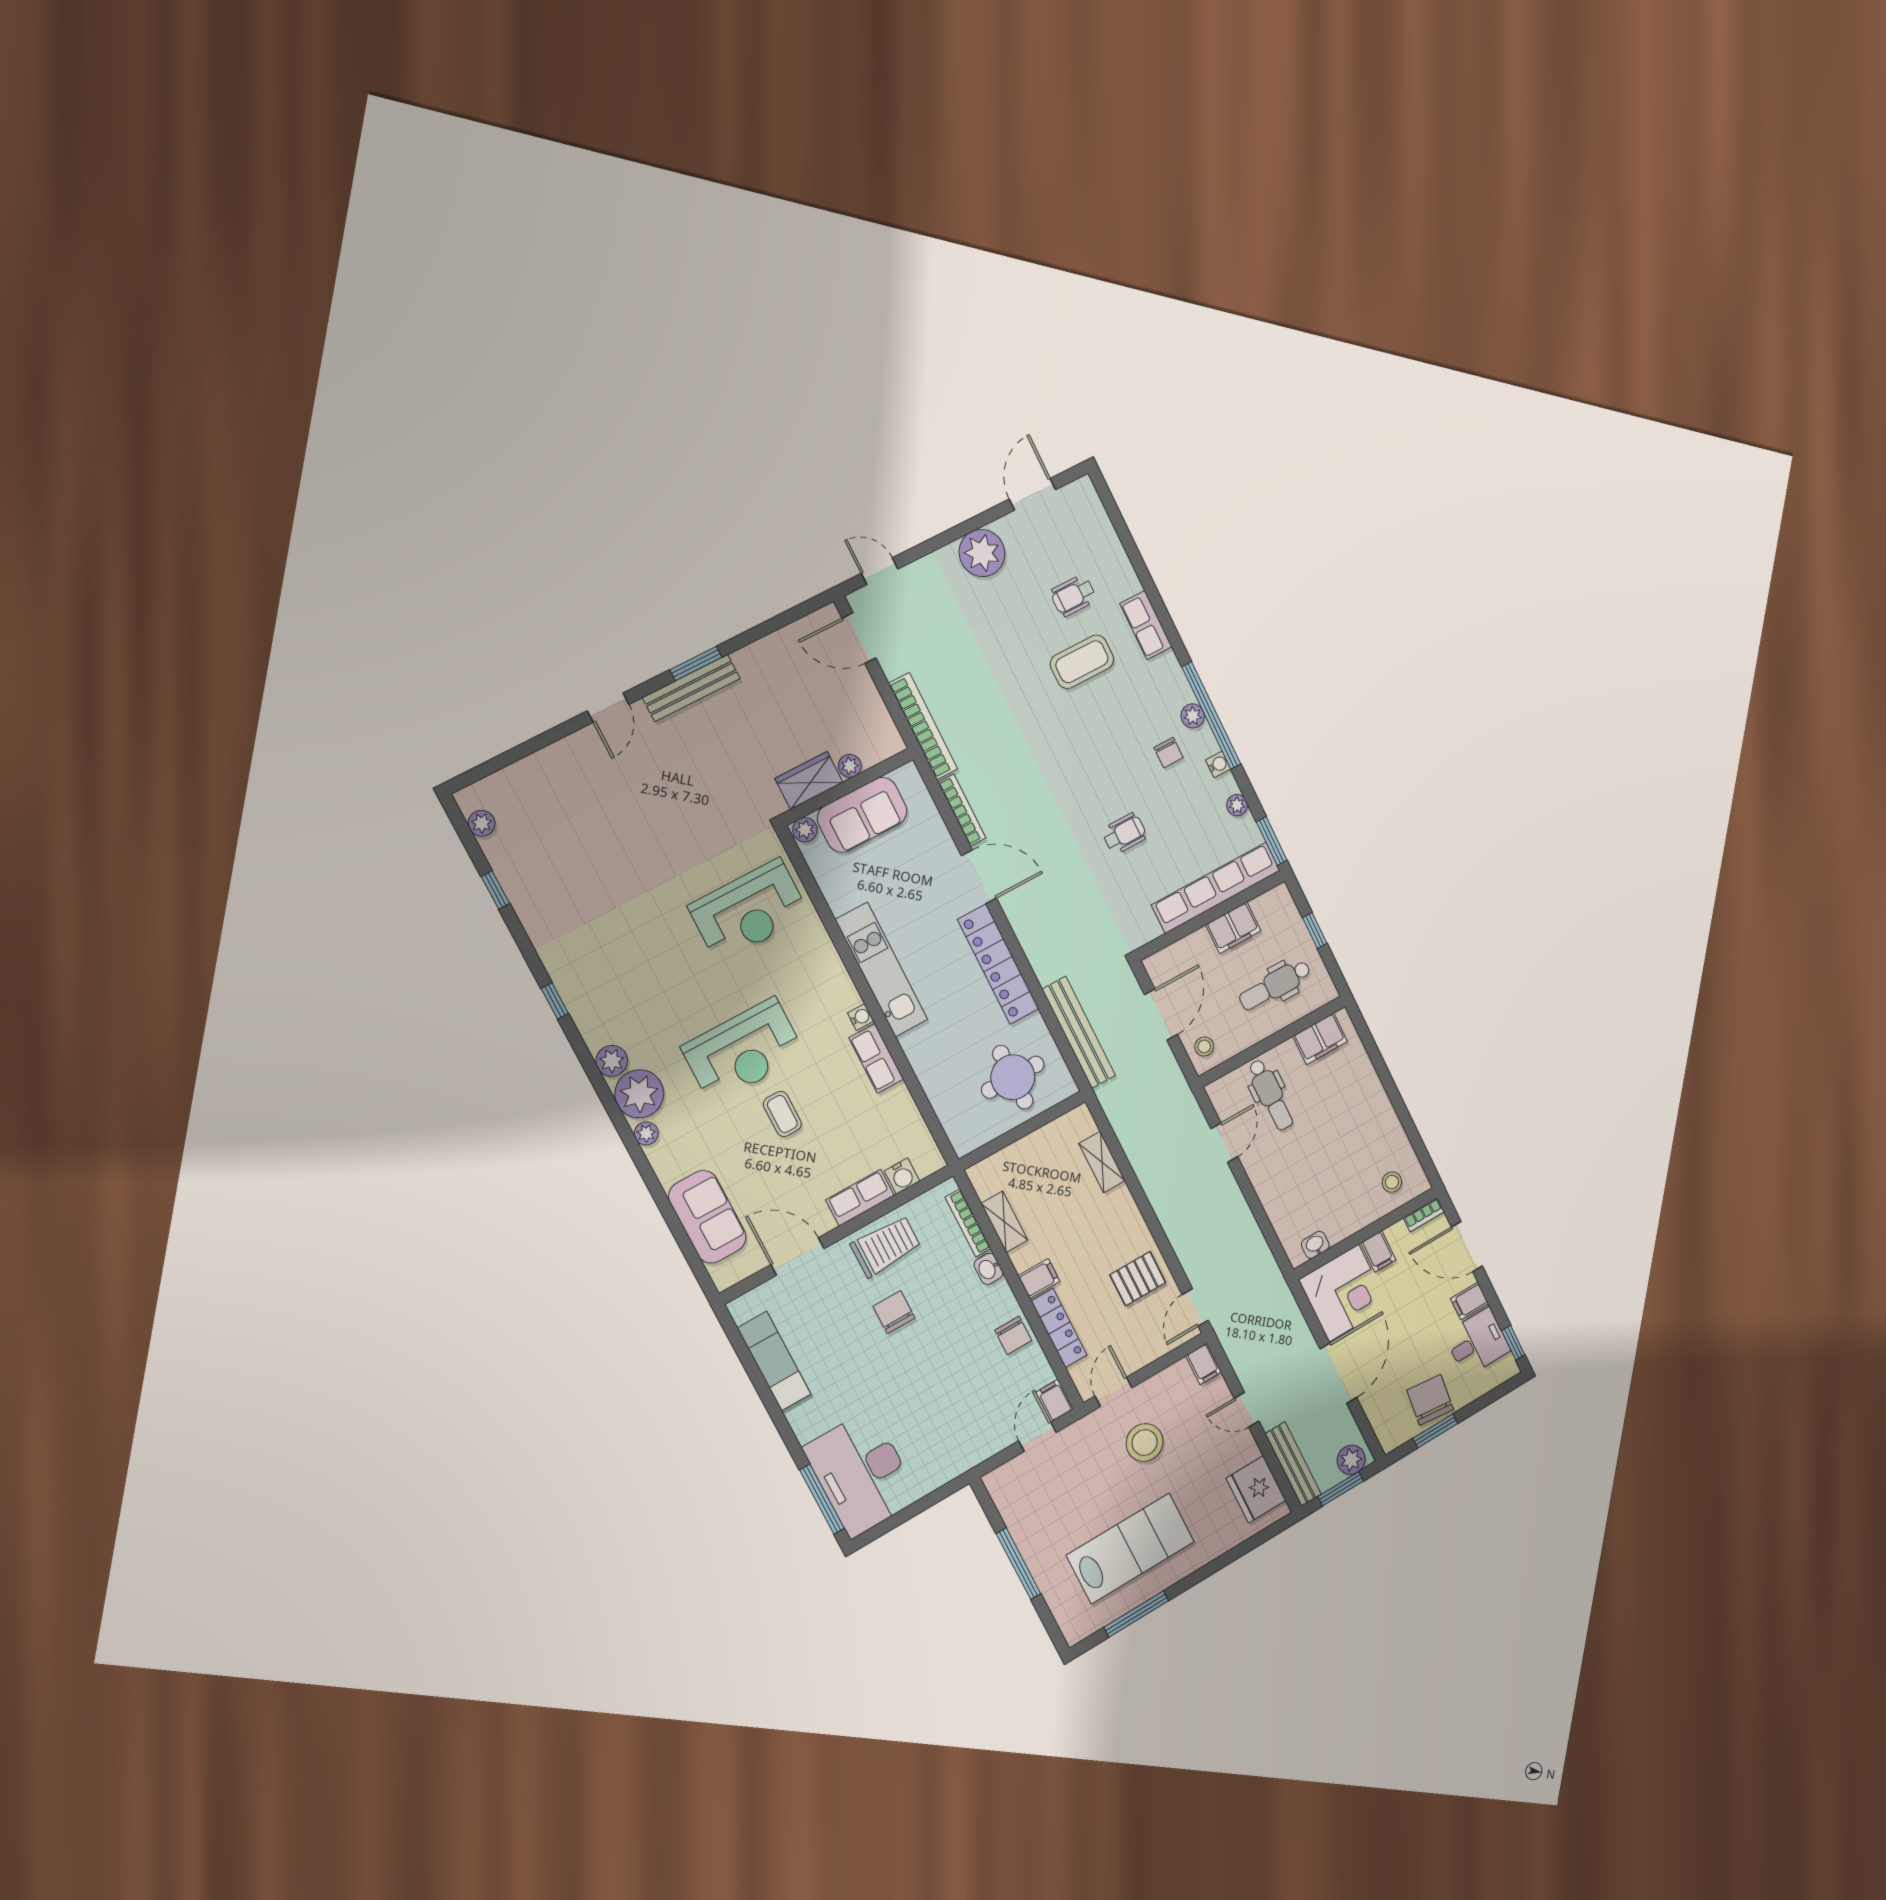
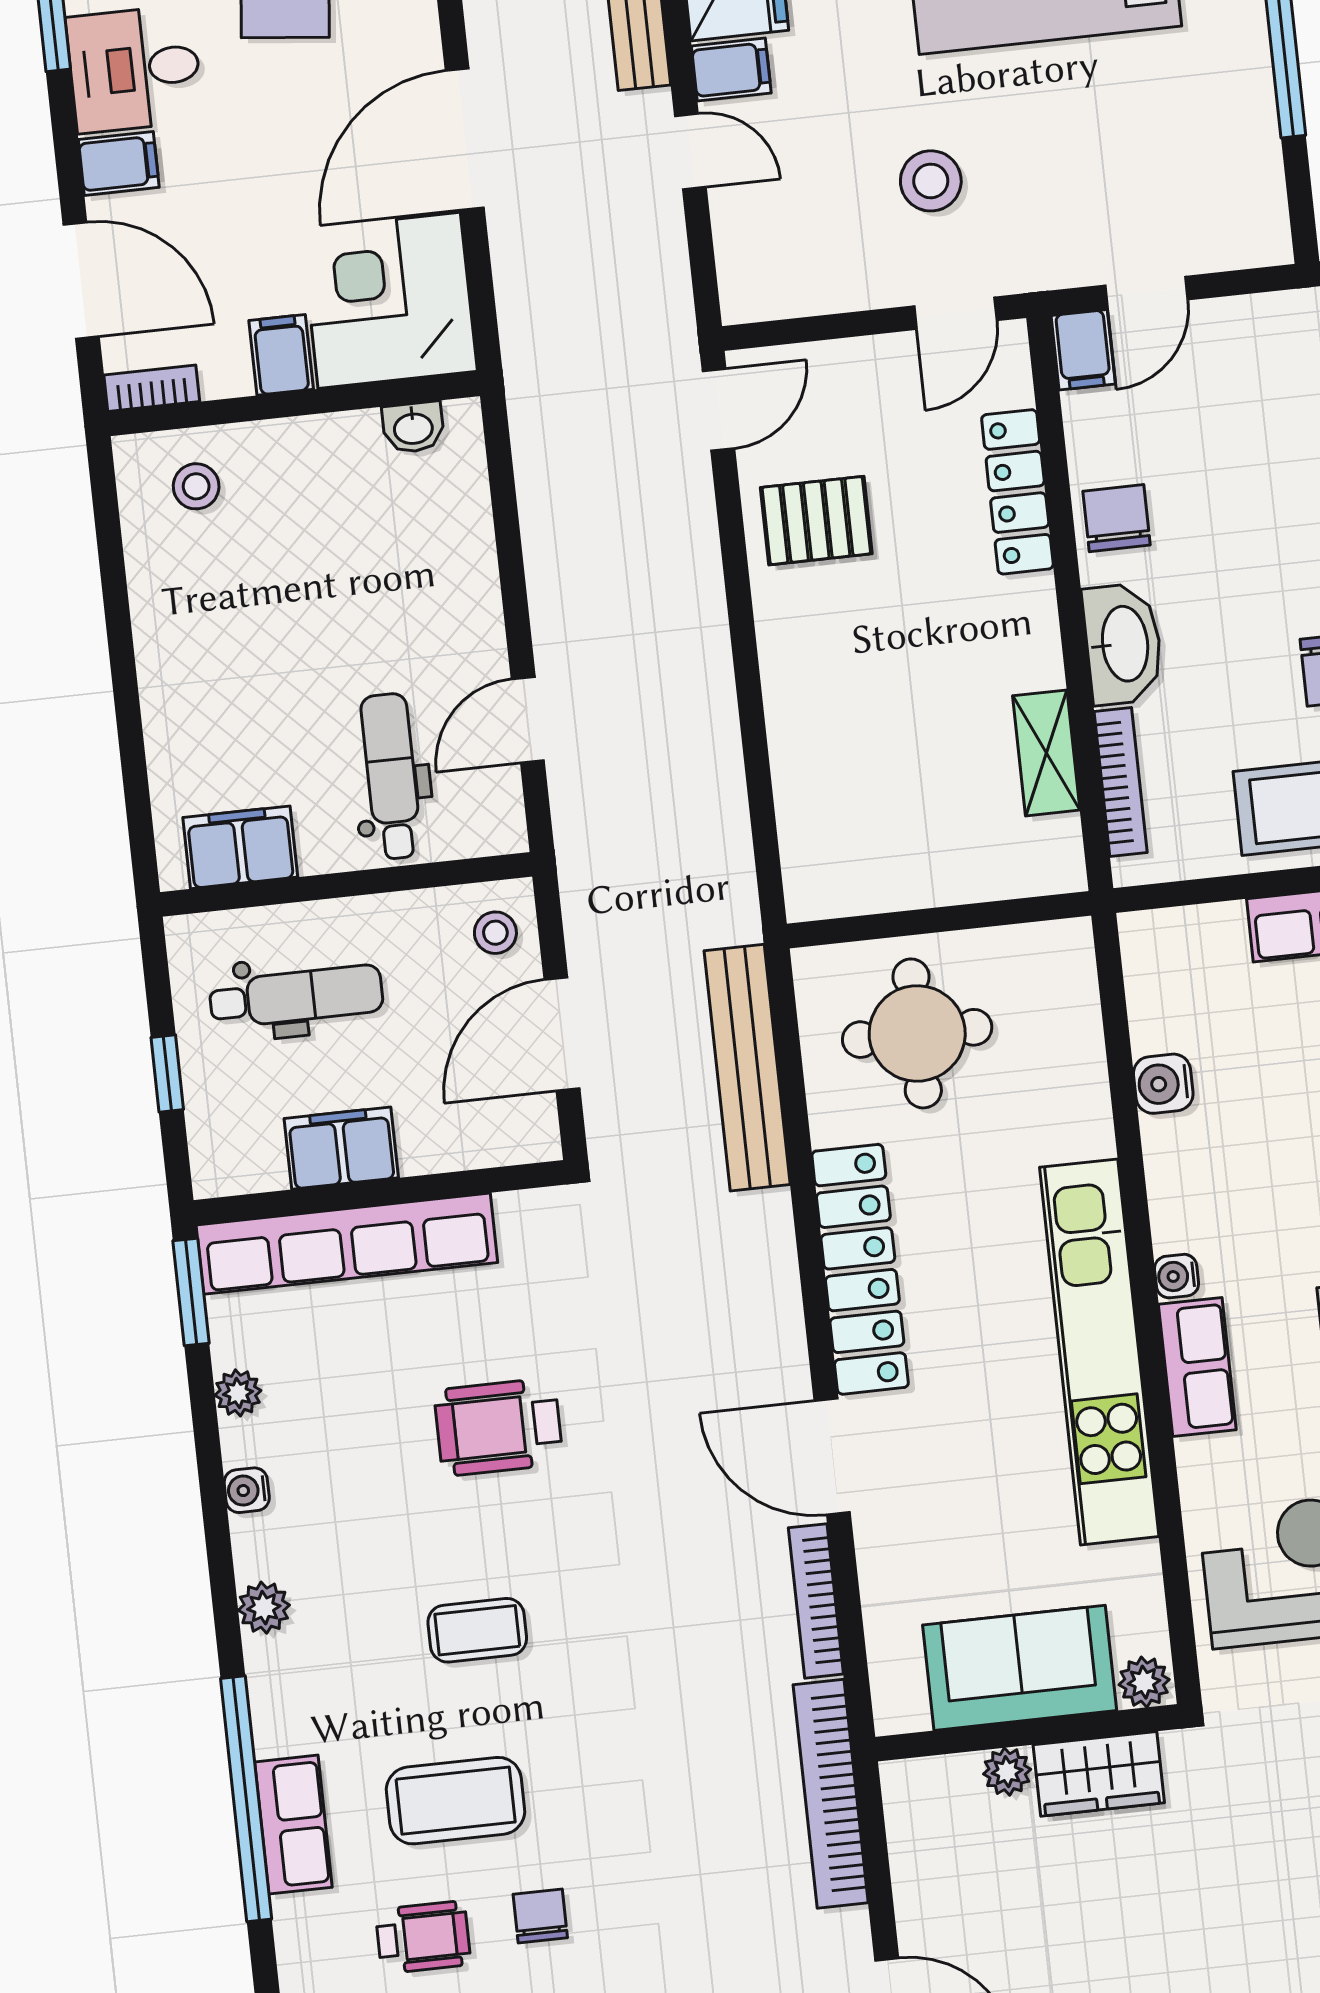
window: (1211, 716) -> (246, 1799), moved
coffee table: (1101, 741) -> (477, 1630), added
chair: (1168, 753) -> (540, 1916), moved
wheelchair: (1124, 833) -> (499, 1427), width x1.36, depth x1.37
kitchen unit: (881, 970) -> (1099, 1352), width x1.36
row of seats: (876, 1058) -> (1197, 1367), moved
shelving: (1102, 1162) -> (800, 788), removed
water cooler: (902, 1176) -> (1163, 1084), moved, turned -90
washbasin: (988, 1269) -> (1123, 644), width x1.91, depth x1.45
filing cabinet: (1039, 1279) -> (1020, 609), removed
filing cabinet: (1204, 1364) -> (731, 70), moved, turned 90
stool: (1145, 1443) -> (931, 181), width x0.73, depth x0.73

